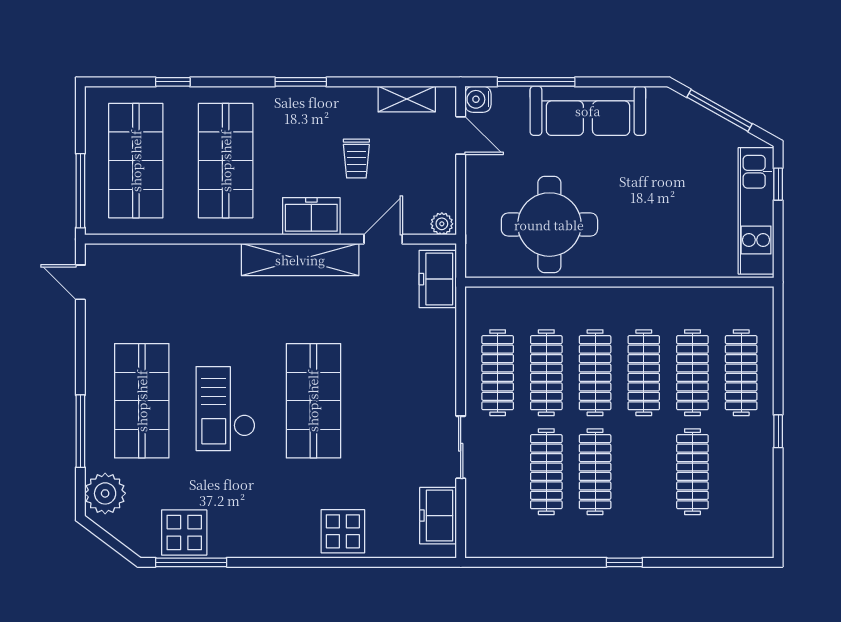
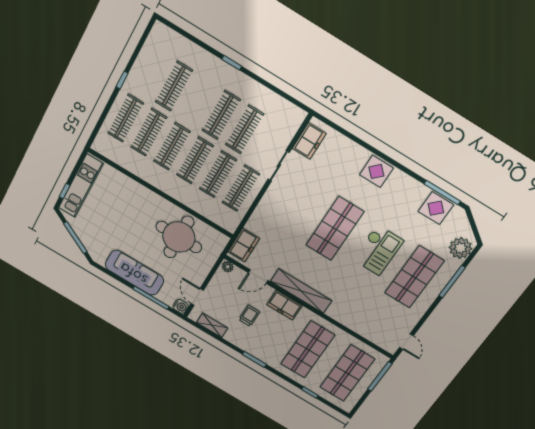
display table: (343, 531) -> (376, 171), moved

